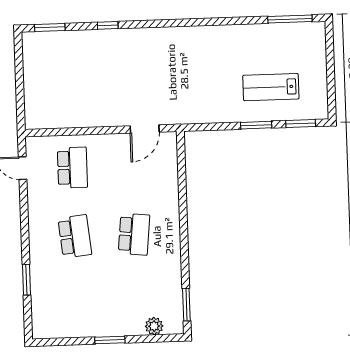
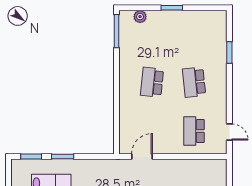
window: (186, 305) -> (117, 31), width x1.44

